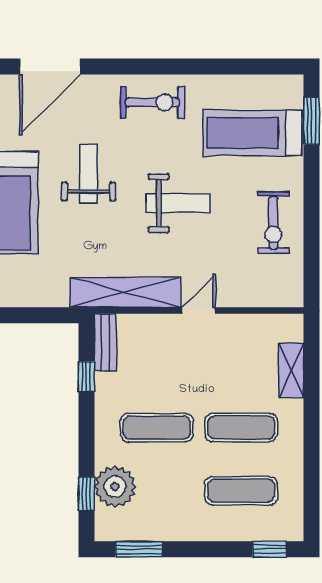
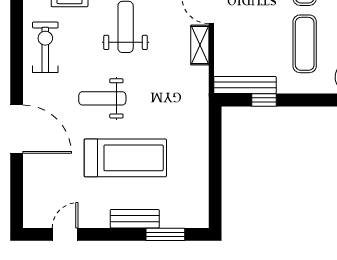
shelving: (125, 292) -> (200, 45), width x0.45, depth x0.75
bench: (105, 342) -> (245, 85), width x1.36

